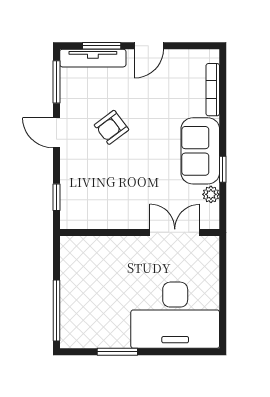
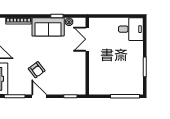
door: (56, 133) -> (39, 96), swing flipped
desk: (175, 315) -> (131, 29), width x0.53, depth x0.77

